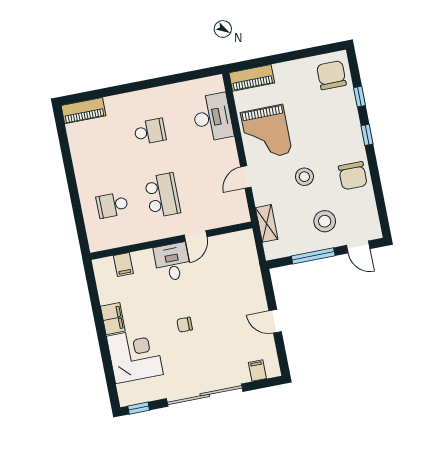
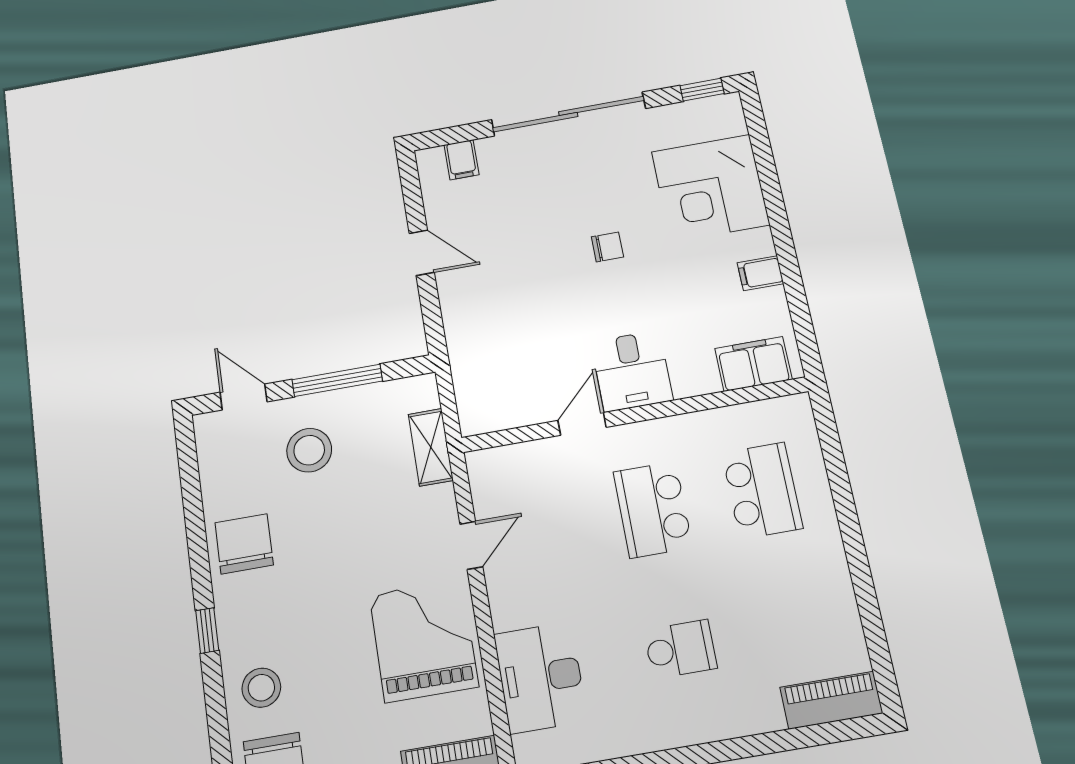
window: (360, 97) -> (217, 715), removed
school desk: (150, 132) -> (680, 649), turned 180
stool: (304, 177) -> (261, 688), moved
school desk: (112, 205) -> (762, 490), width x1.85
filing cabinet: (123, 264) -> (753, 364), width x2.00
filing cabinet: (113, 319) -> (760, 273), width x0.50

